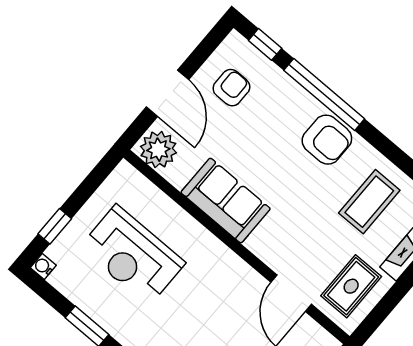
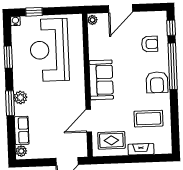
armchair: (231, 88) -> (150, 44), moved
plant: (158, 150) -> (92, 20), width x0.53, depth x0.53
sofa: (226, 201) -> (101, 80), moved
reception desk: (132, 255) -> (49, 50), width x1.36, depth x1.30

